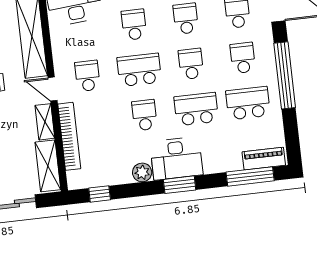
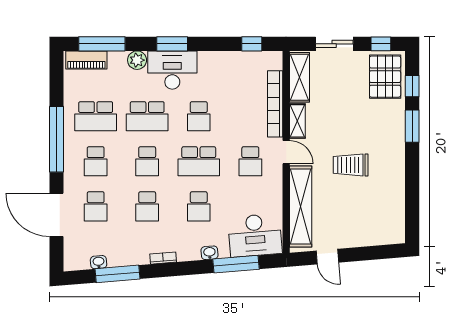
plant: (142, 172) -> (137, 60), moved

